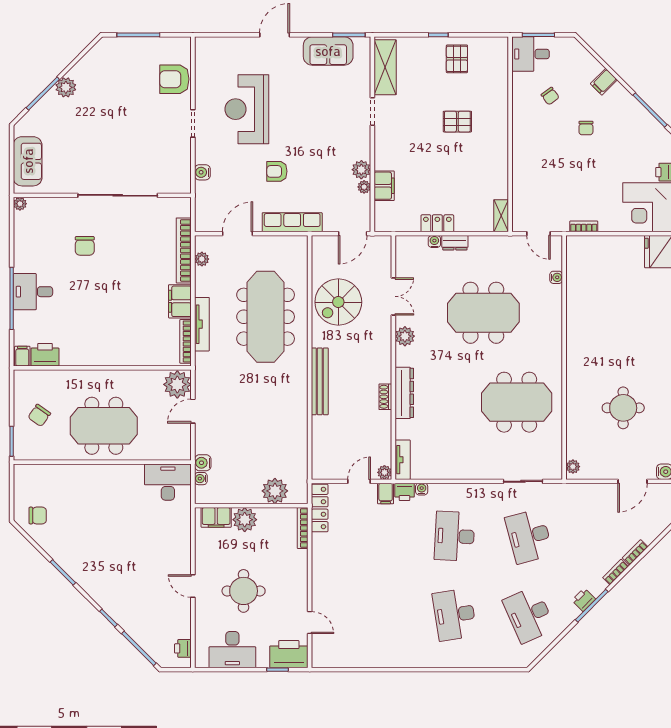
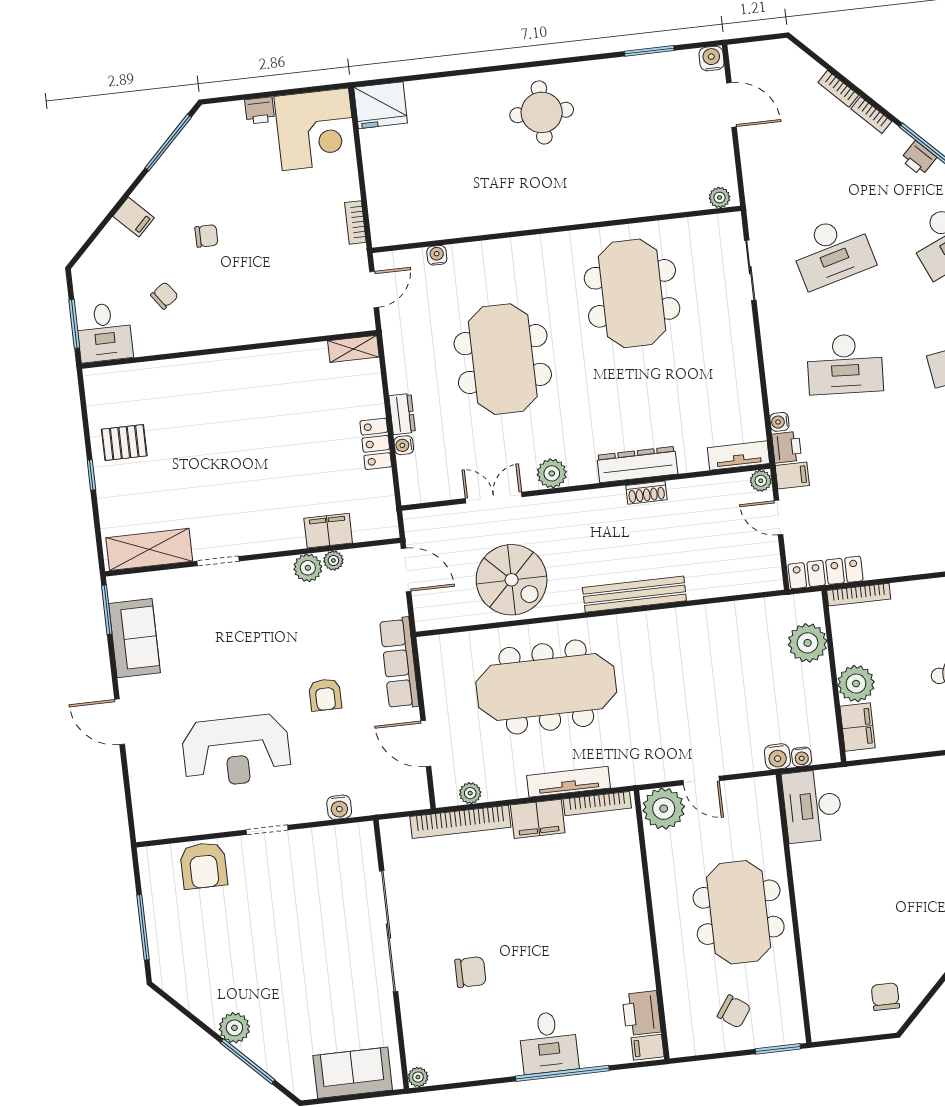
pallet: (457, 122) -> (219, 431), removed
round table: (623, 408) -> (542, 112), moved

